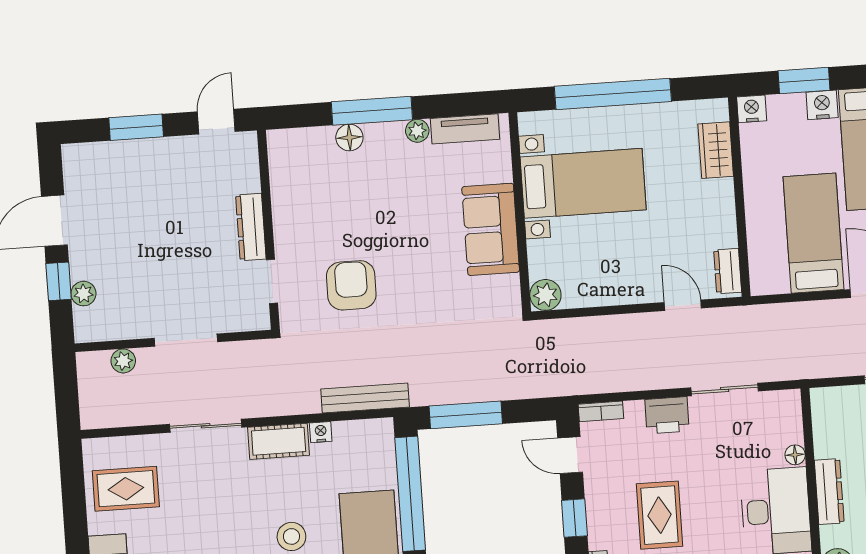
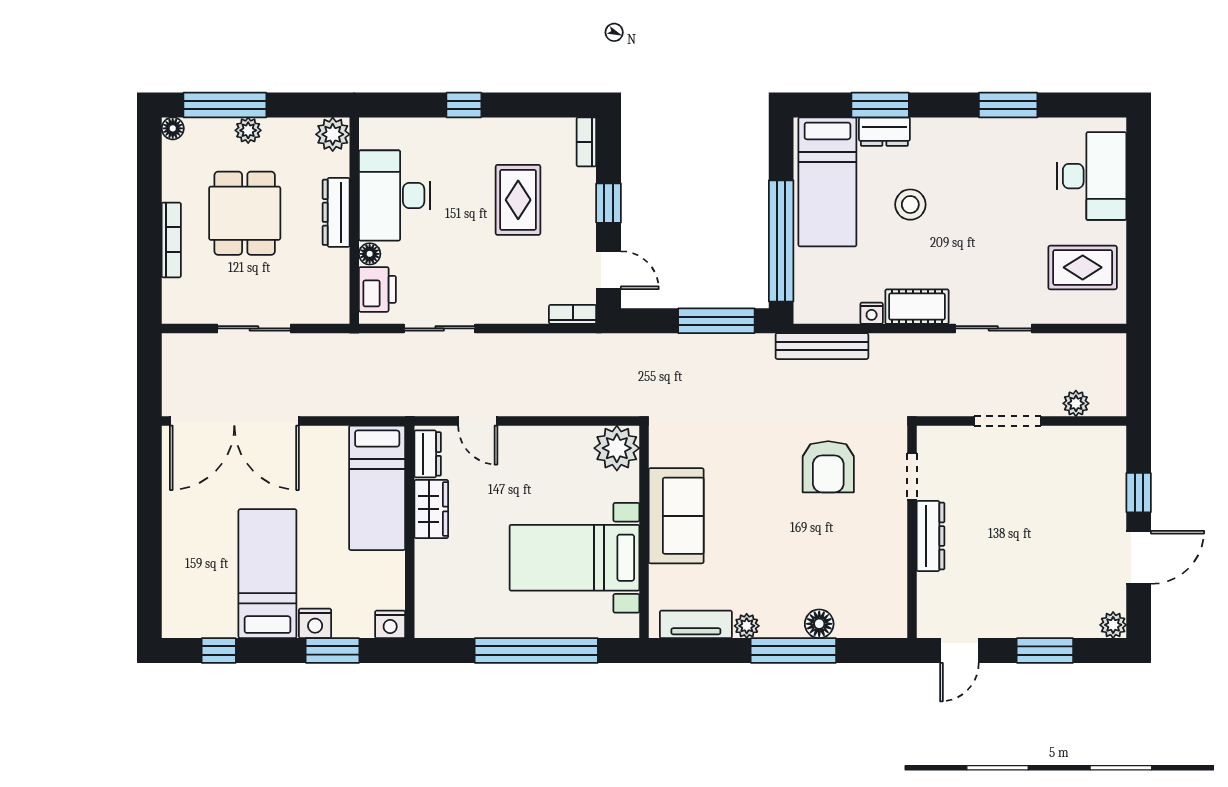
wardrobe: (716, 150) -> (431, 509), moved
bed: (814, 233) -> (377, 488), moved
plant: (83, 294) -> (1113, 625), moved
plant: (545, 295) -> (617, 448), width x1.36, depth x1.36
printer: (667, 415) -> (377, 289), moved, turned 90

